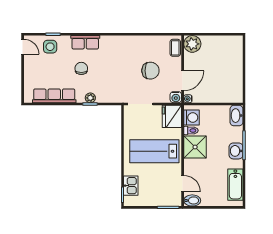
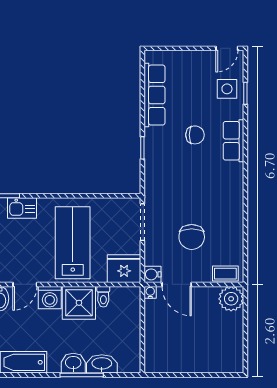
plant: (90, 98) -> (151, 148), removed
washbasin: (236, 116) -> (102, 364), moved
washing machine: (192, 118) -> (50, 298), moved

